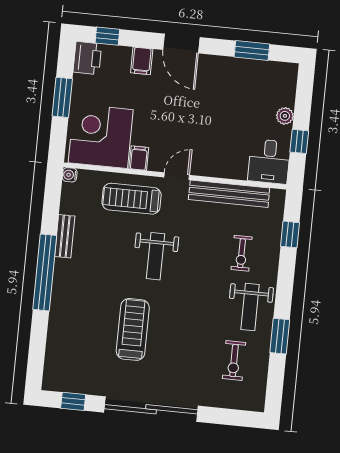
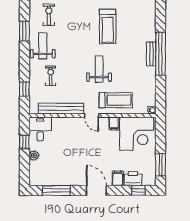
window: (252, 51) -> (56, 190), width x1.44
printer: (87, 58) -> (133, 179), moved, turned 90
window: (62, 97) -> (161, 165), moved
door: (177, 176) -> (92, 115), hinge flipped
bench: (65, 236) -> (151, 54), moved

